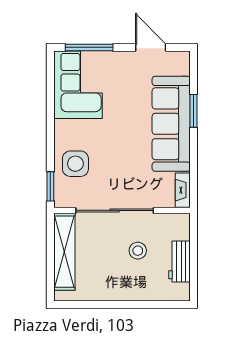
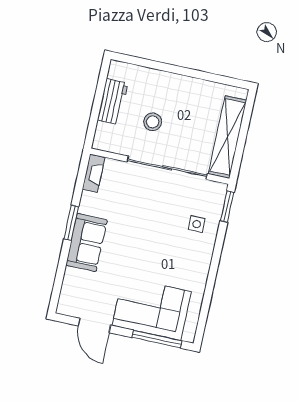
corner sofa: (78, 85) -> (152, 309), moved, turned 90
window: (194, 111) -> (71, 223), moved
sofa: (171, 124) -> (86, 242), width x0.54, depth x0.79
side table: (75, 164) -> (197, 224), width x0.54, depth x0.54

